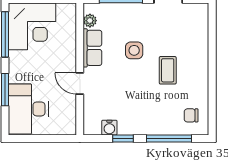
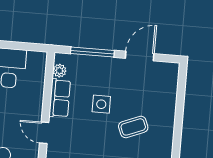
coffee table: (168, 70) -> (133, 127), turned 68

